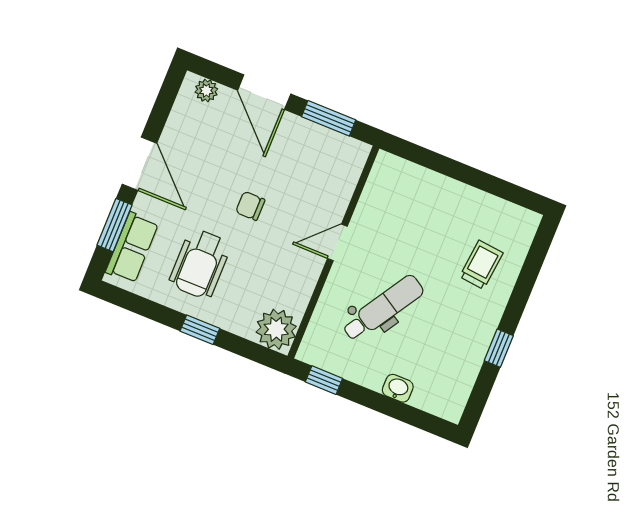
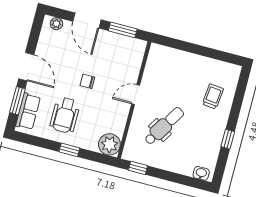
washbasin: (398, 388) -> (201, 173), moved

